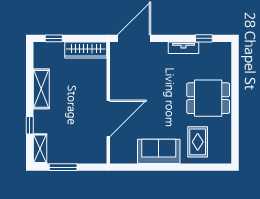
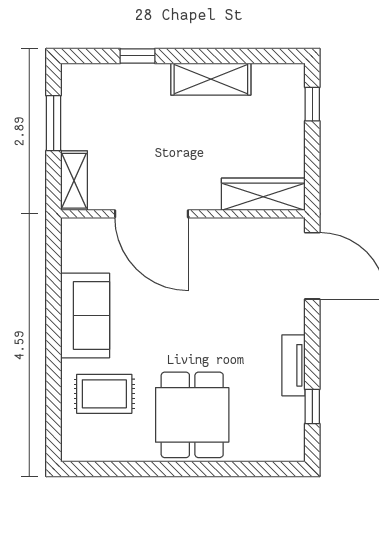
wardrobe: (86, 50) -> (263, 194), moved, turned 90
shelving: (40, 149) -> (74, 181), moved, turned 90

